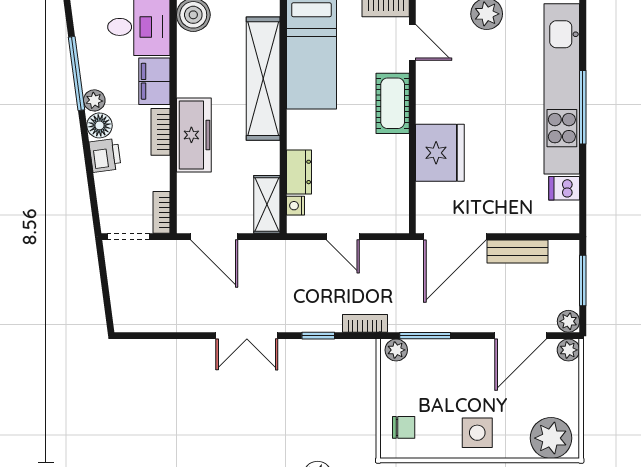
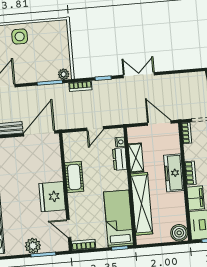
cot: (393, 103) -> (74, 177), moved
fridge: (440, 153) -> (52, 197), moved
shelving: (267, 204) -> (136, 158), moved
door: (343, 237) -> (95, 129), swing flipped
chair: (404, 427) -> (57, 36), removed

